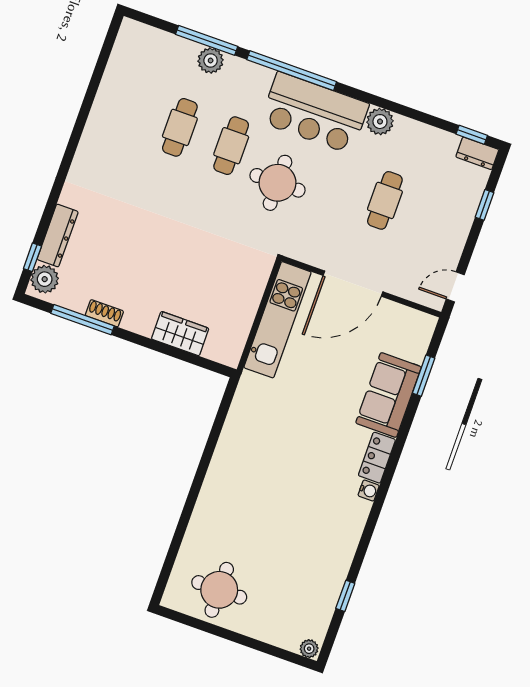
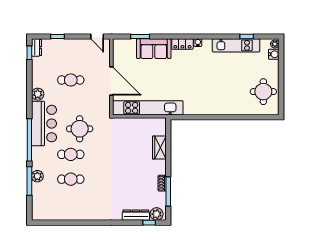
kitchen unit: (278, 320) -> (148, 108), width x1.36
kitchen unit: (335, 568) -> (236, 45), added
water cooler: (289, 639) -> (274, 54), added

